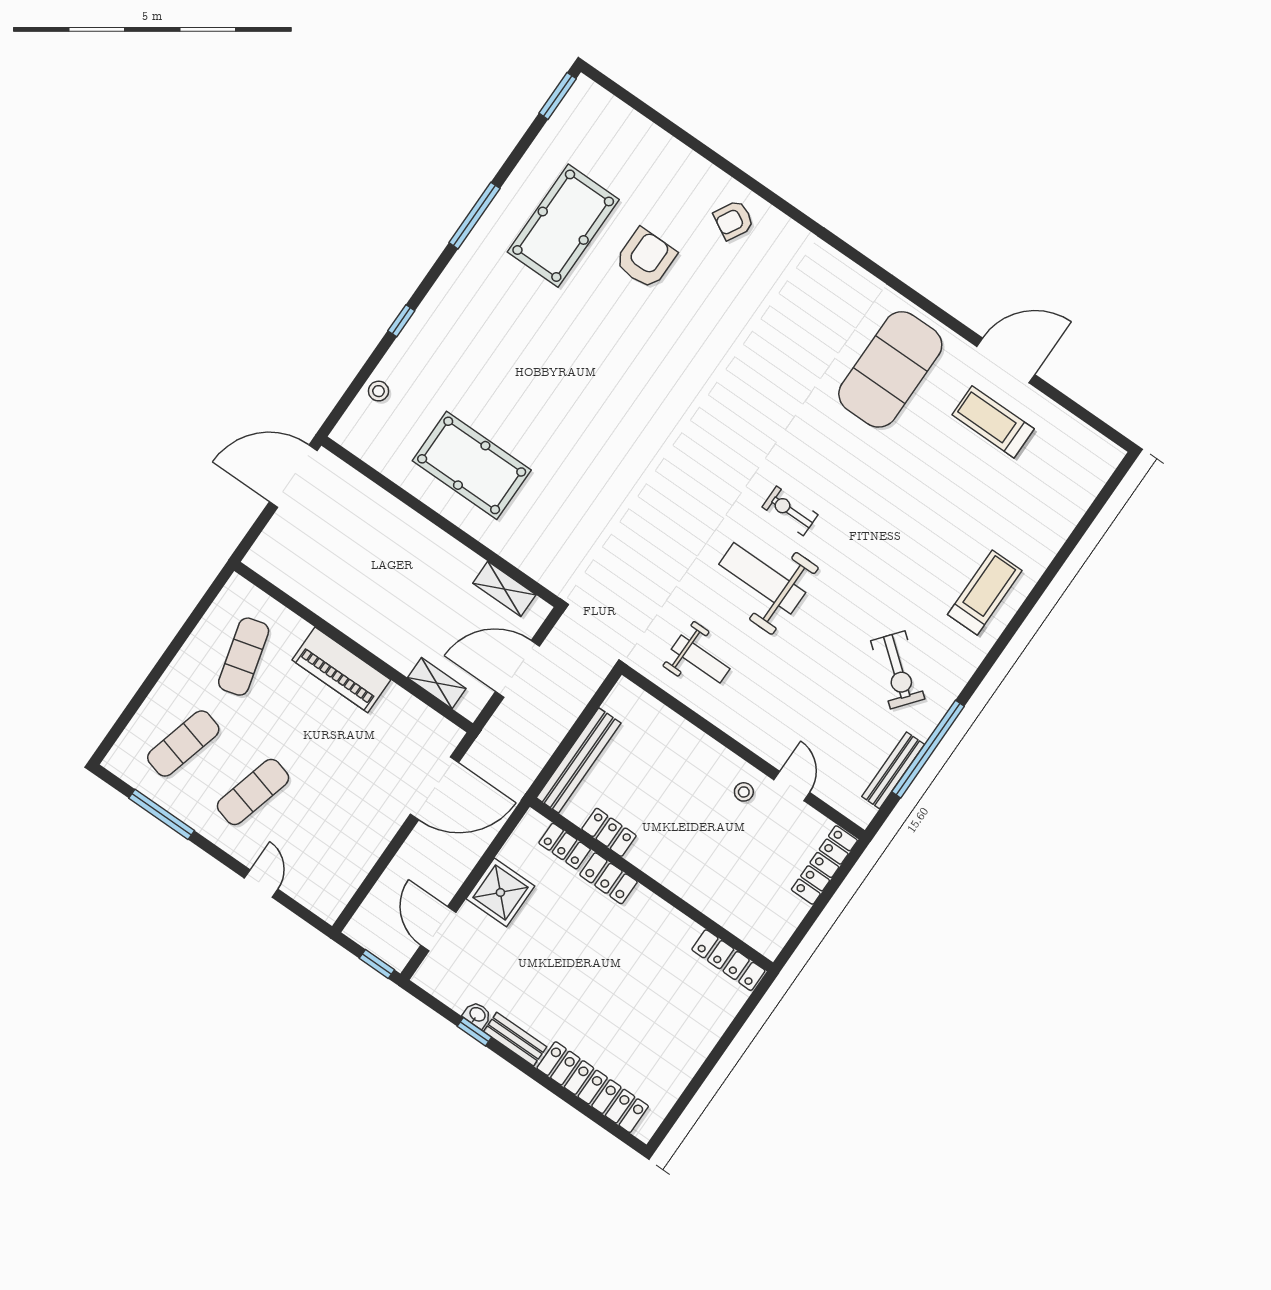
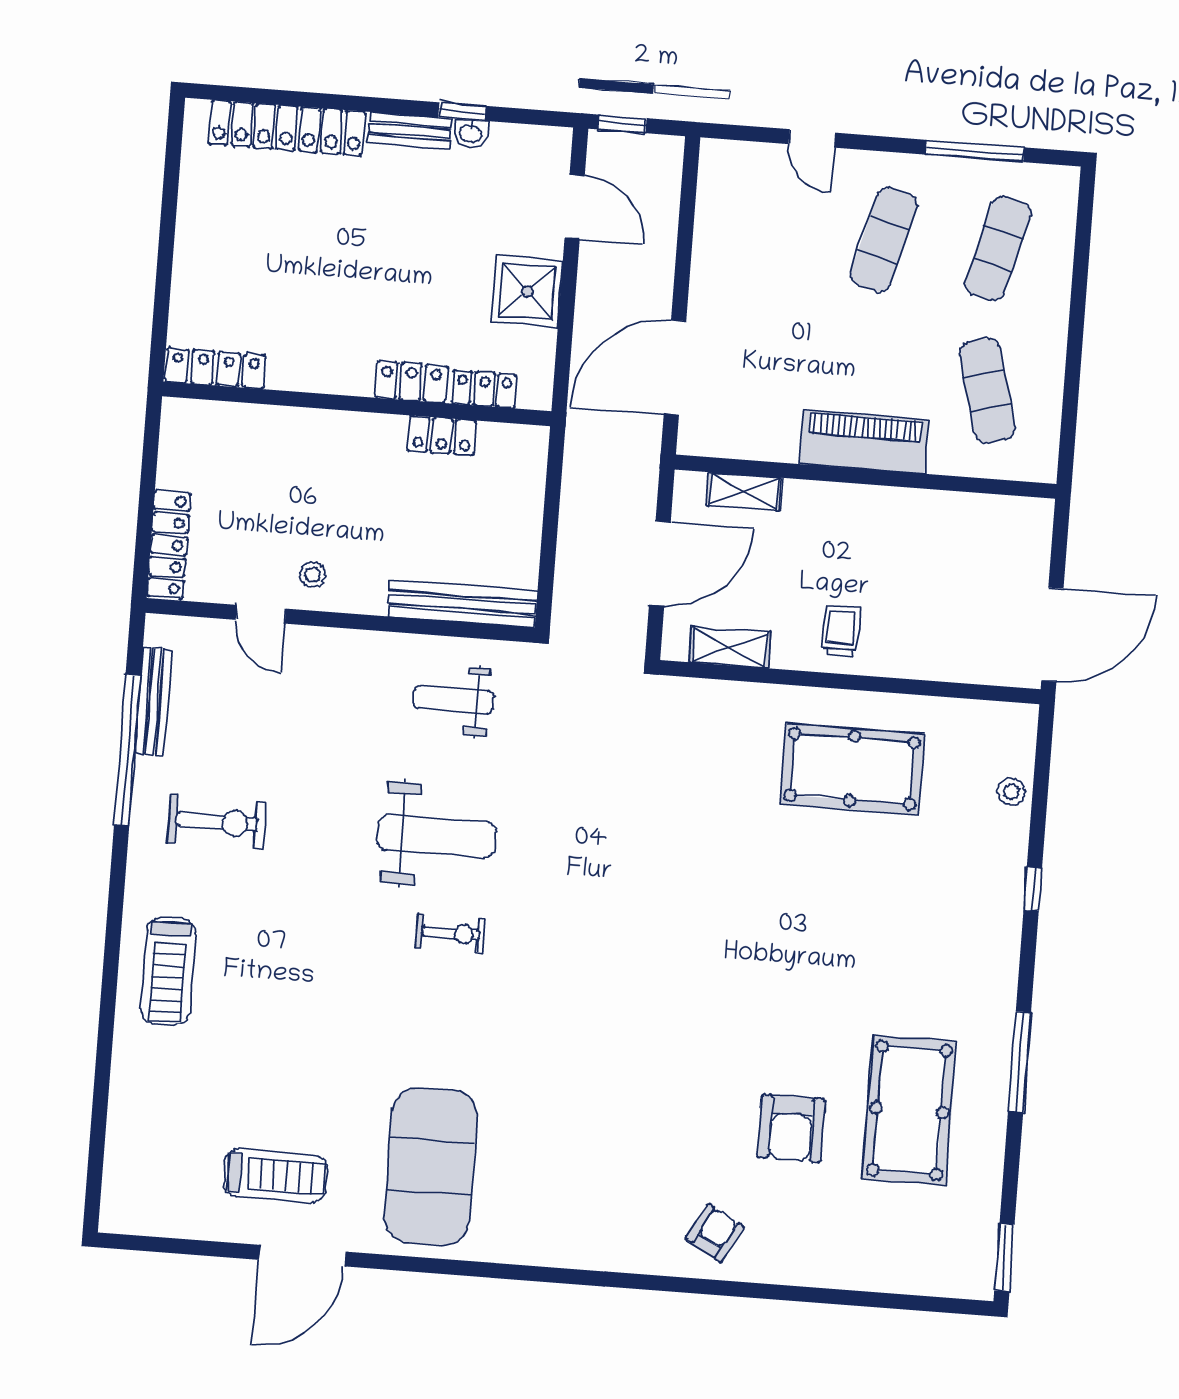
trolley: (427, 558) -> (841, 631), added
exercise bike: (898, 670) -> (217, 822), turned 141
bench: (579, 760) -> (462, 604), moved, turned 90

